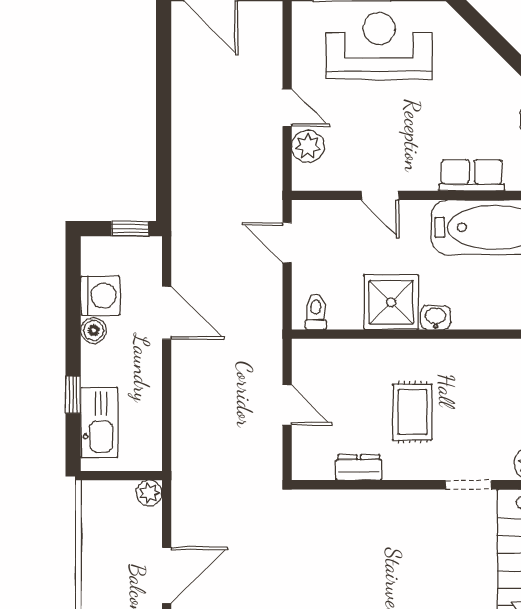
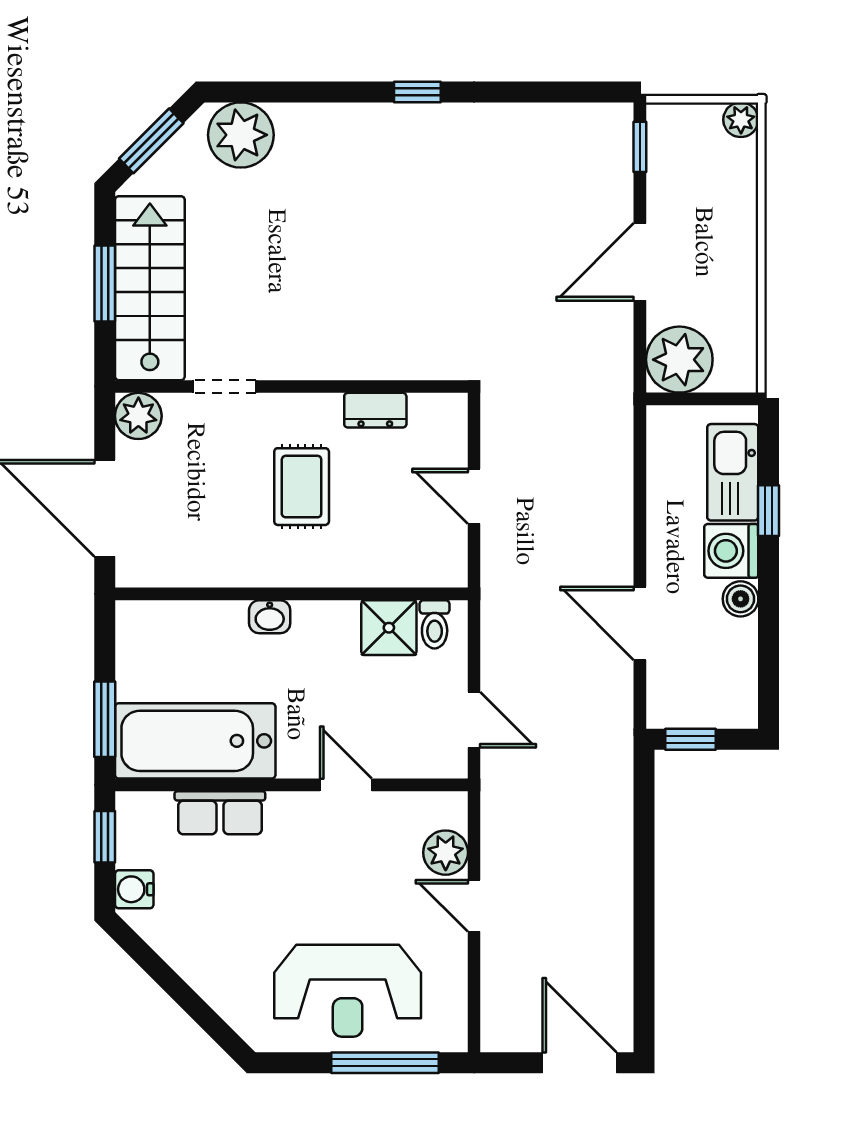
washing machine: (100, 296) -> (731, 551), moved
shower: (391, 302) -> (389, 628), moved, width x0.73, depth x0.73
plant: (149, 493) -> (679, 360), width x1.88, depth x1.88

